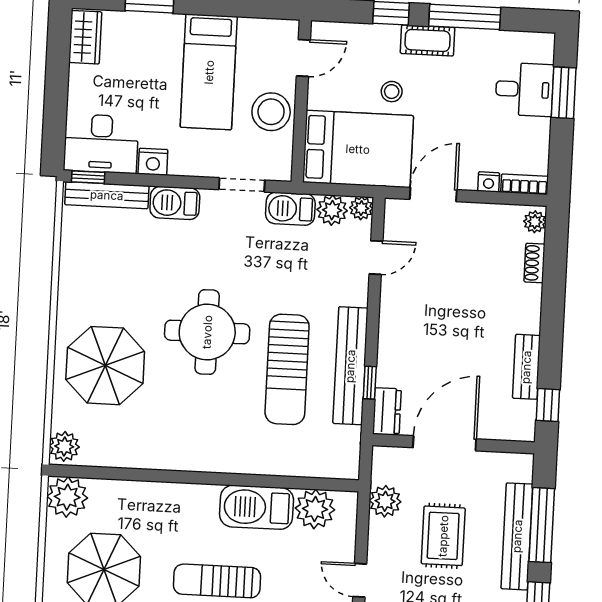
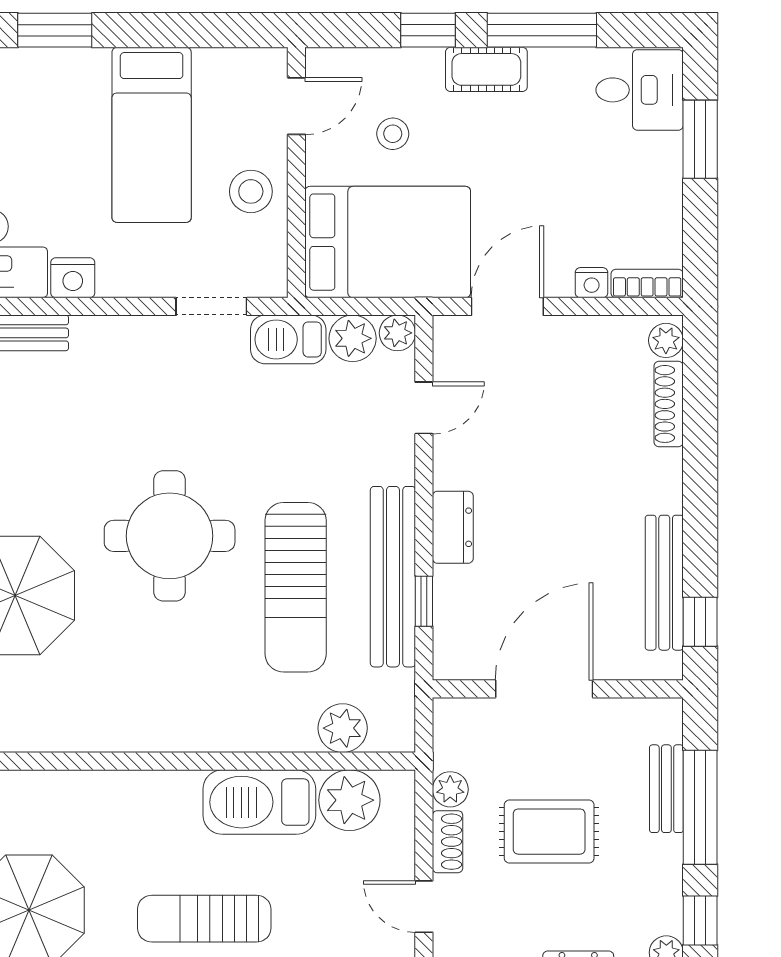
desk: (524, 89) -> (640, 90), moved
stool: (392, 92) -> (393, 134), moved
stool: (271, 112) -> (251, 191), width x0.73, depth x0.73
barbecue: (175, 203) -> (110, 340), removed
shoe rack: (535, 263) -> (669, 404), width x1.43
bench: (526, 367) -> (664, 583), width x1.36
dresser: (387, 411) -> (453, 527), moved
plant: (313, 462) -> (343, 728), added
plant: (385, 501) -> (450, 789), width x0.73, depth x0.73
rug: (443, 536) -> (549, 832), turned 90
bench: (517, 536) -> (666, 789), width x0.54, depth x0.82
shoe rack: (377, 539) -> (448, 842), added

